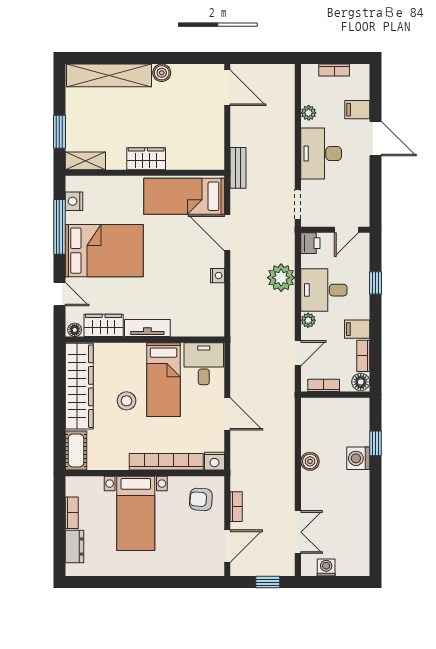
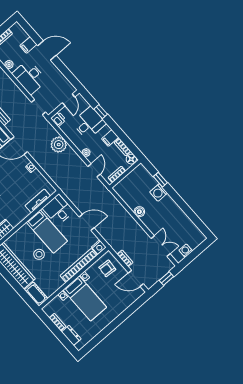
desk: (324, 290) -> (89, 123), moved, turned 180
tv unit: (147, 328) -> (38, 201), moved
door: (227, 546) -> (136, 278), swing flipped

